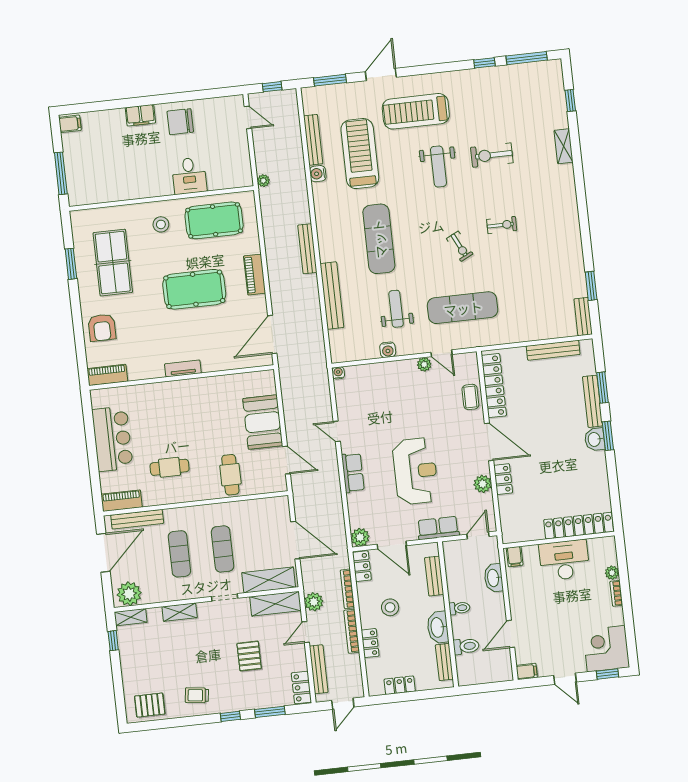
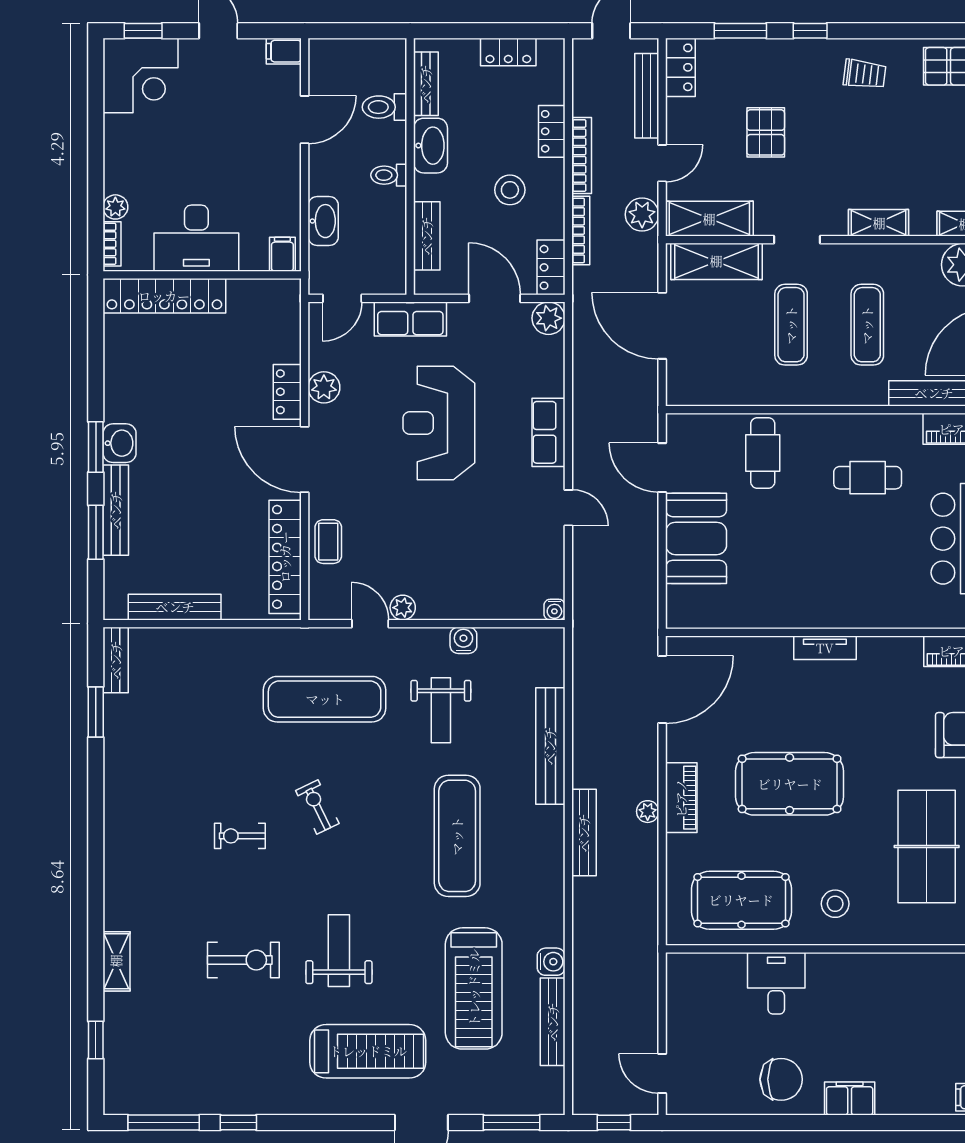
plant: (263, 181) -> (648, 812), moved
bookcase: (616, 593) -> (112, 244), moved

